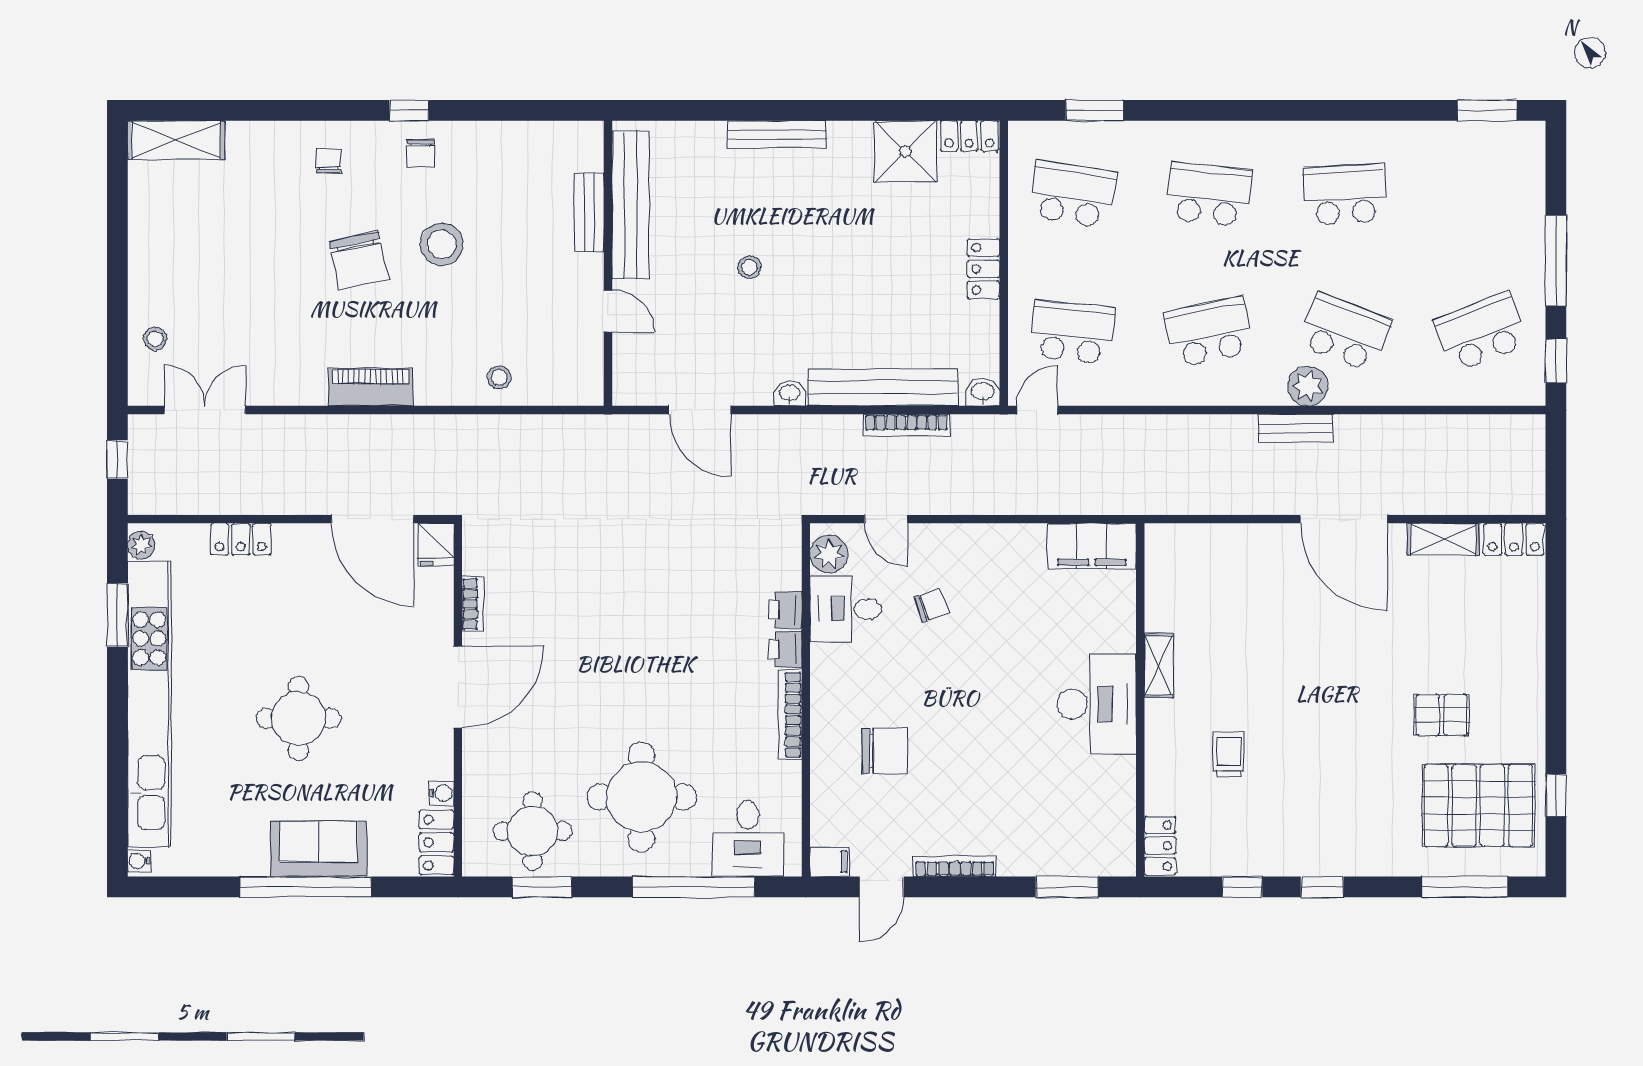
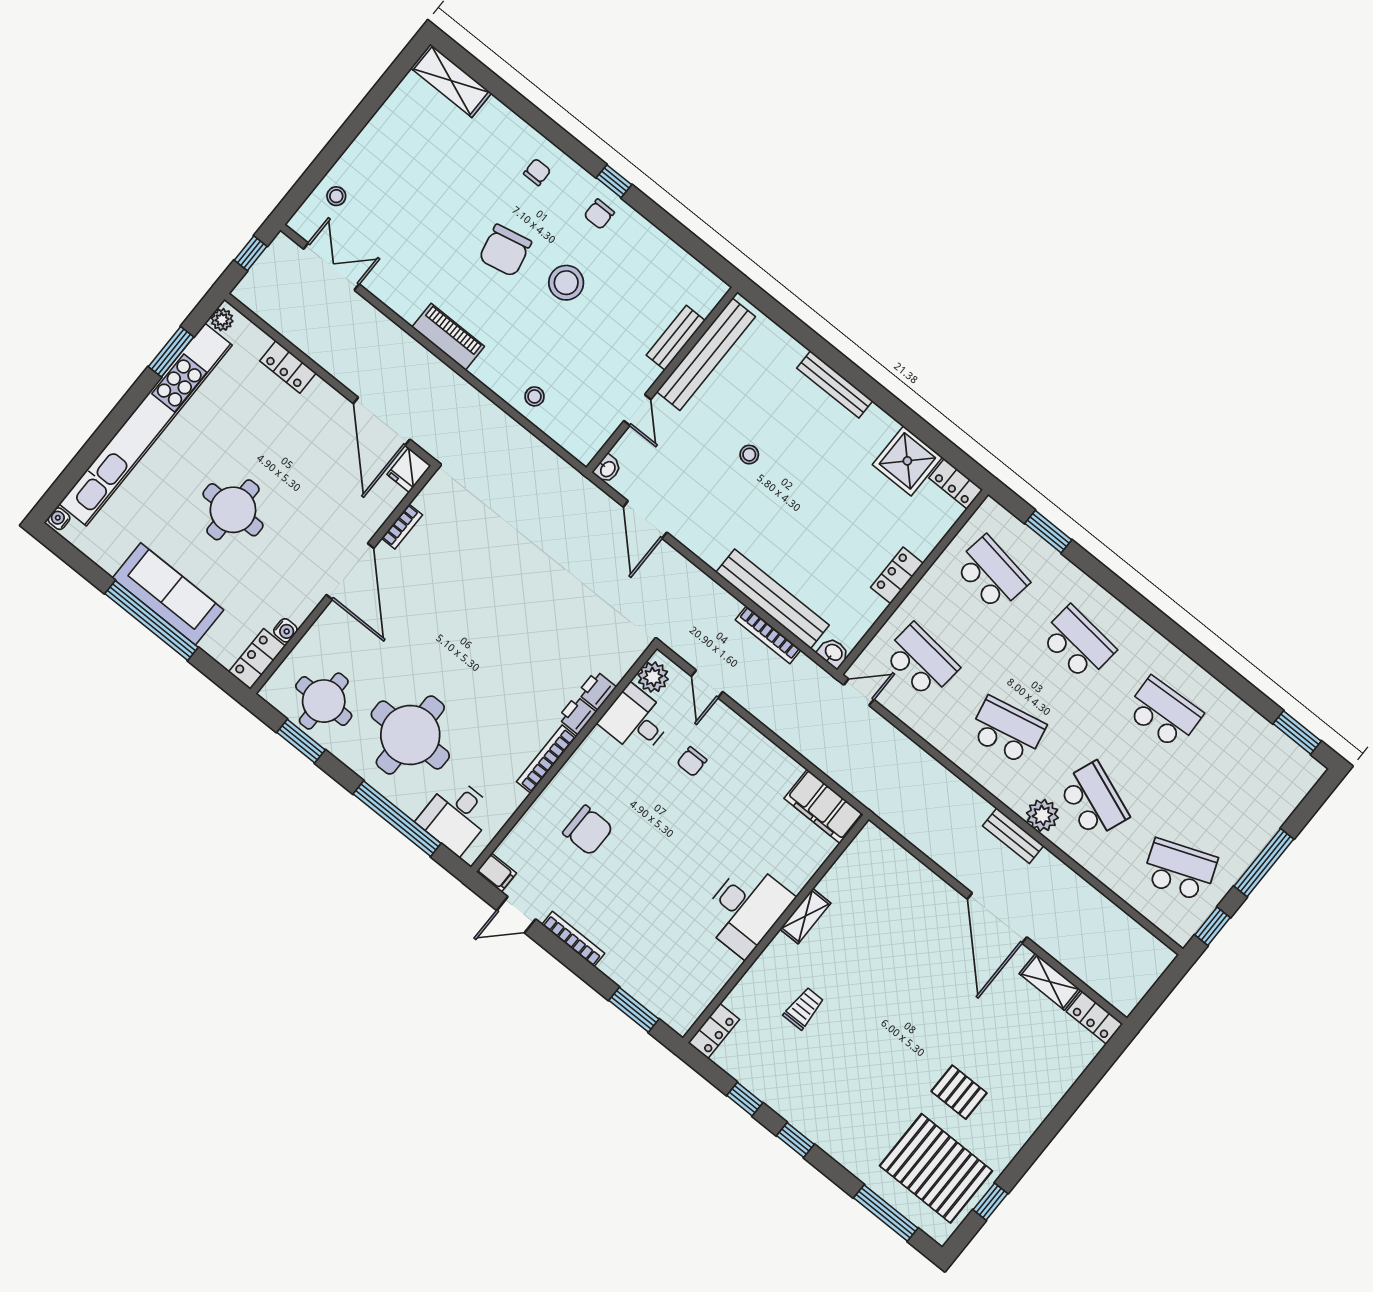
washbasin: (790, 393) -> (607, 469), moved, turned 90
chair: (931, 605) -> (692, 762), turned 110
door: (458, 687) -> (350, 571), hinge flipped
sofa: (319, 849) -> (168, 594), width x1.36

